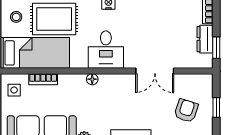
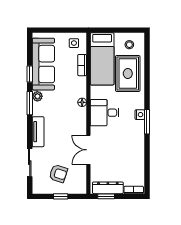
dresser: (205, 39) -> (108, 188), width x1.44

